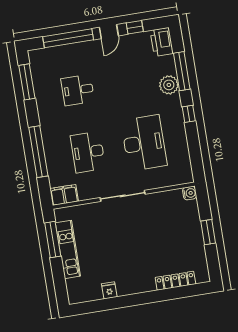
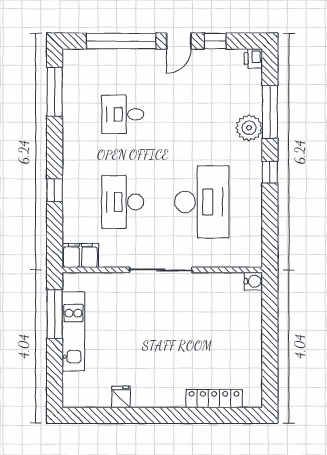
printer: (162, 42) -> (253, 59), width x0.53, depth x0.68
window: (38, 152) -> (55, 190), width x0.32
window: (208, 232) -> (270, 339), removed

